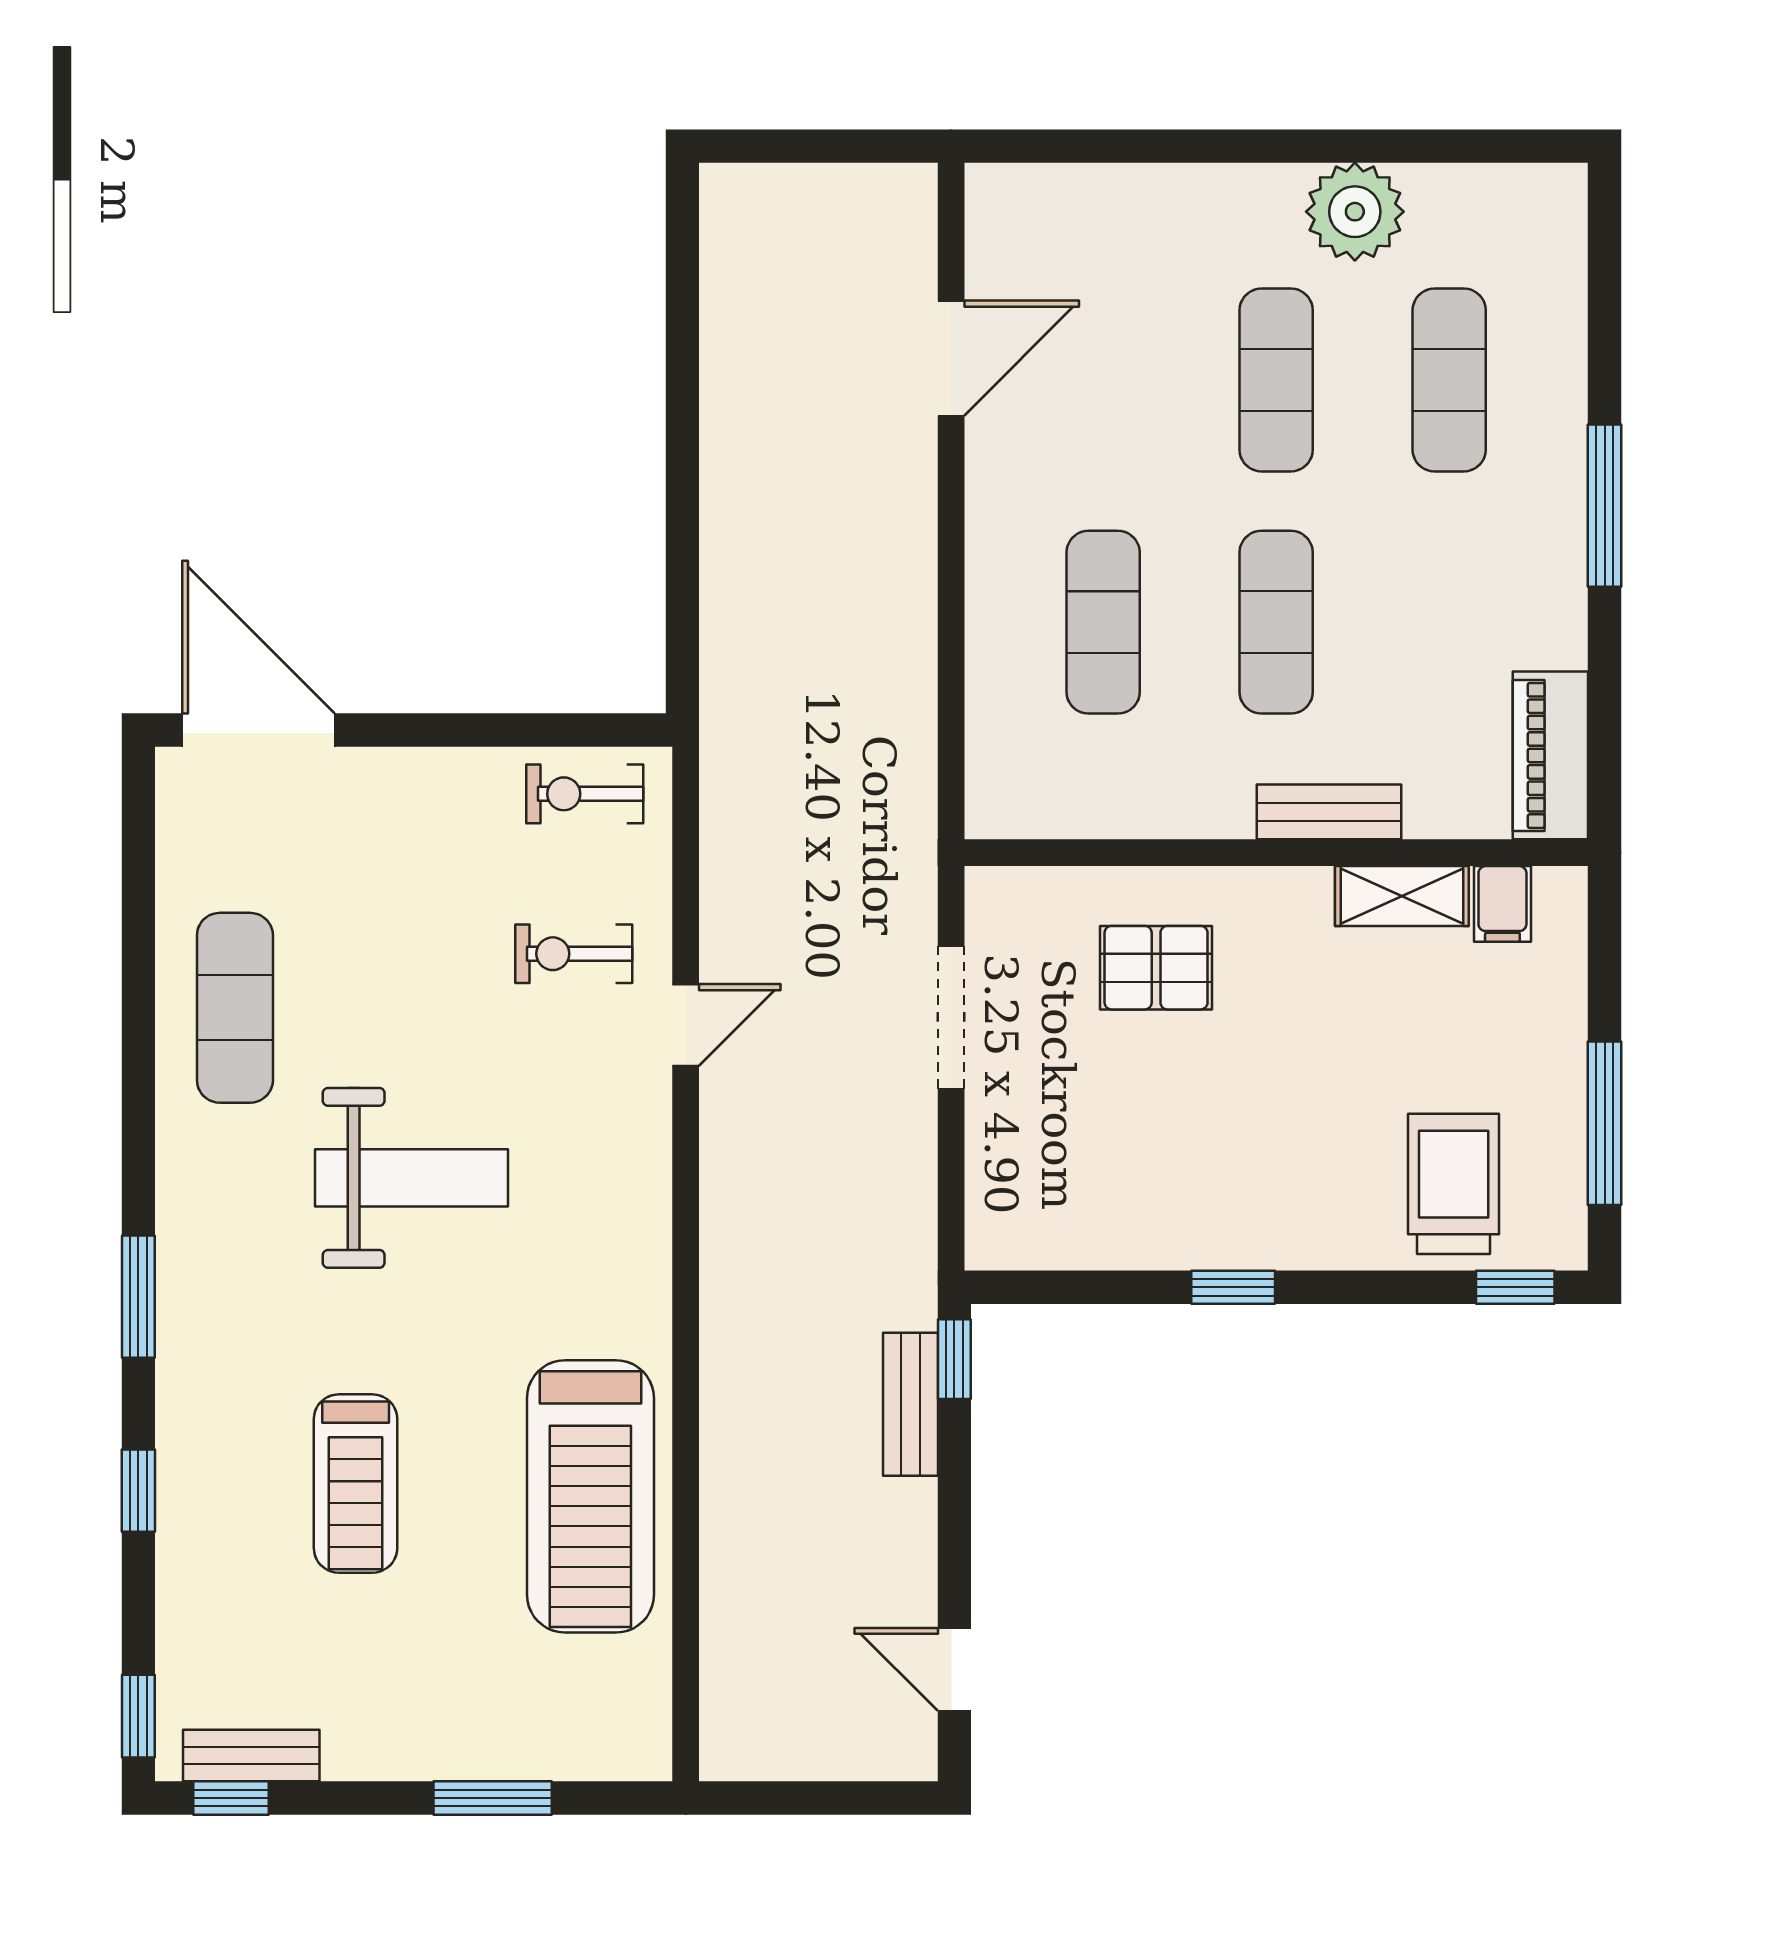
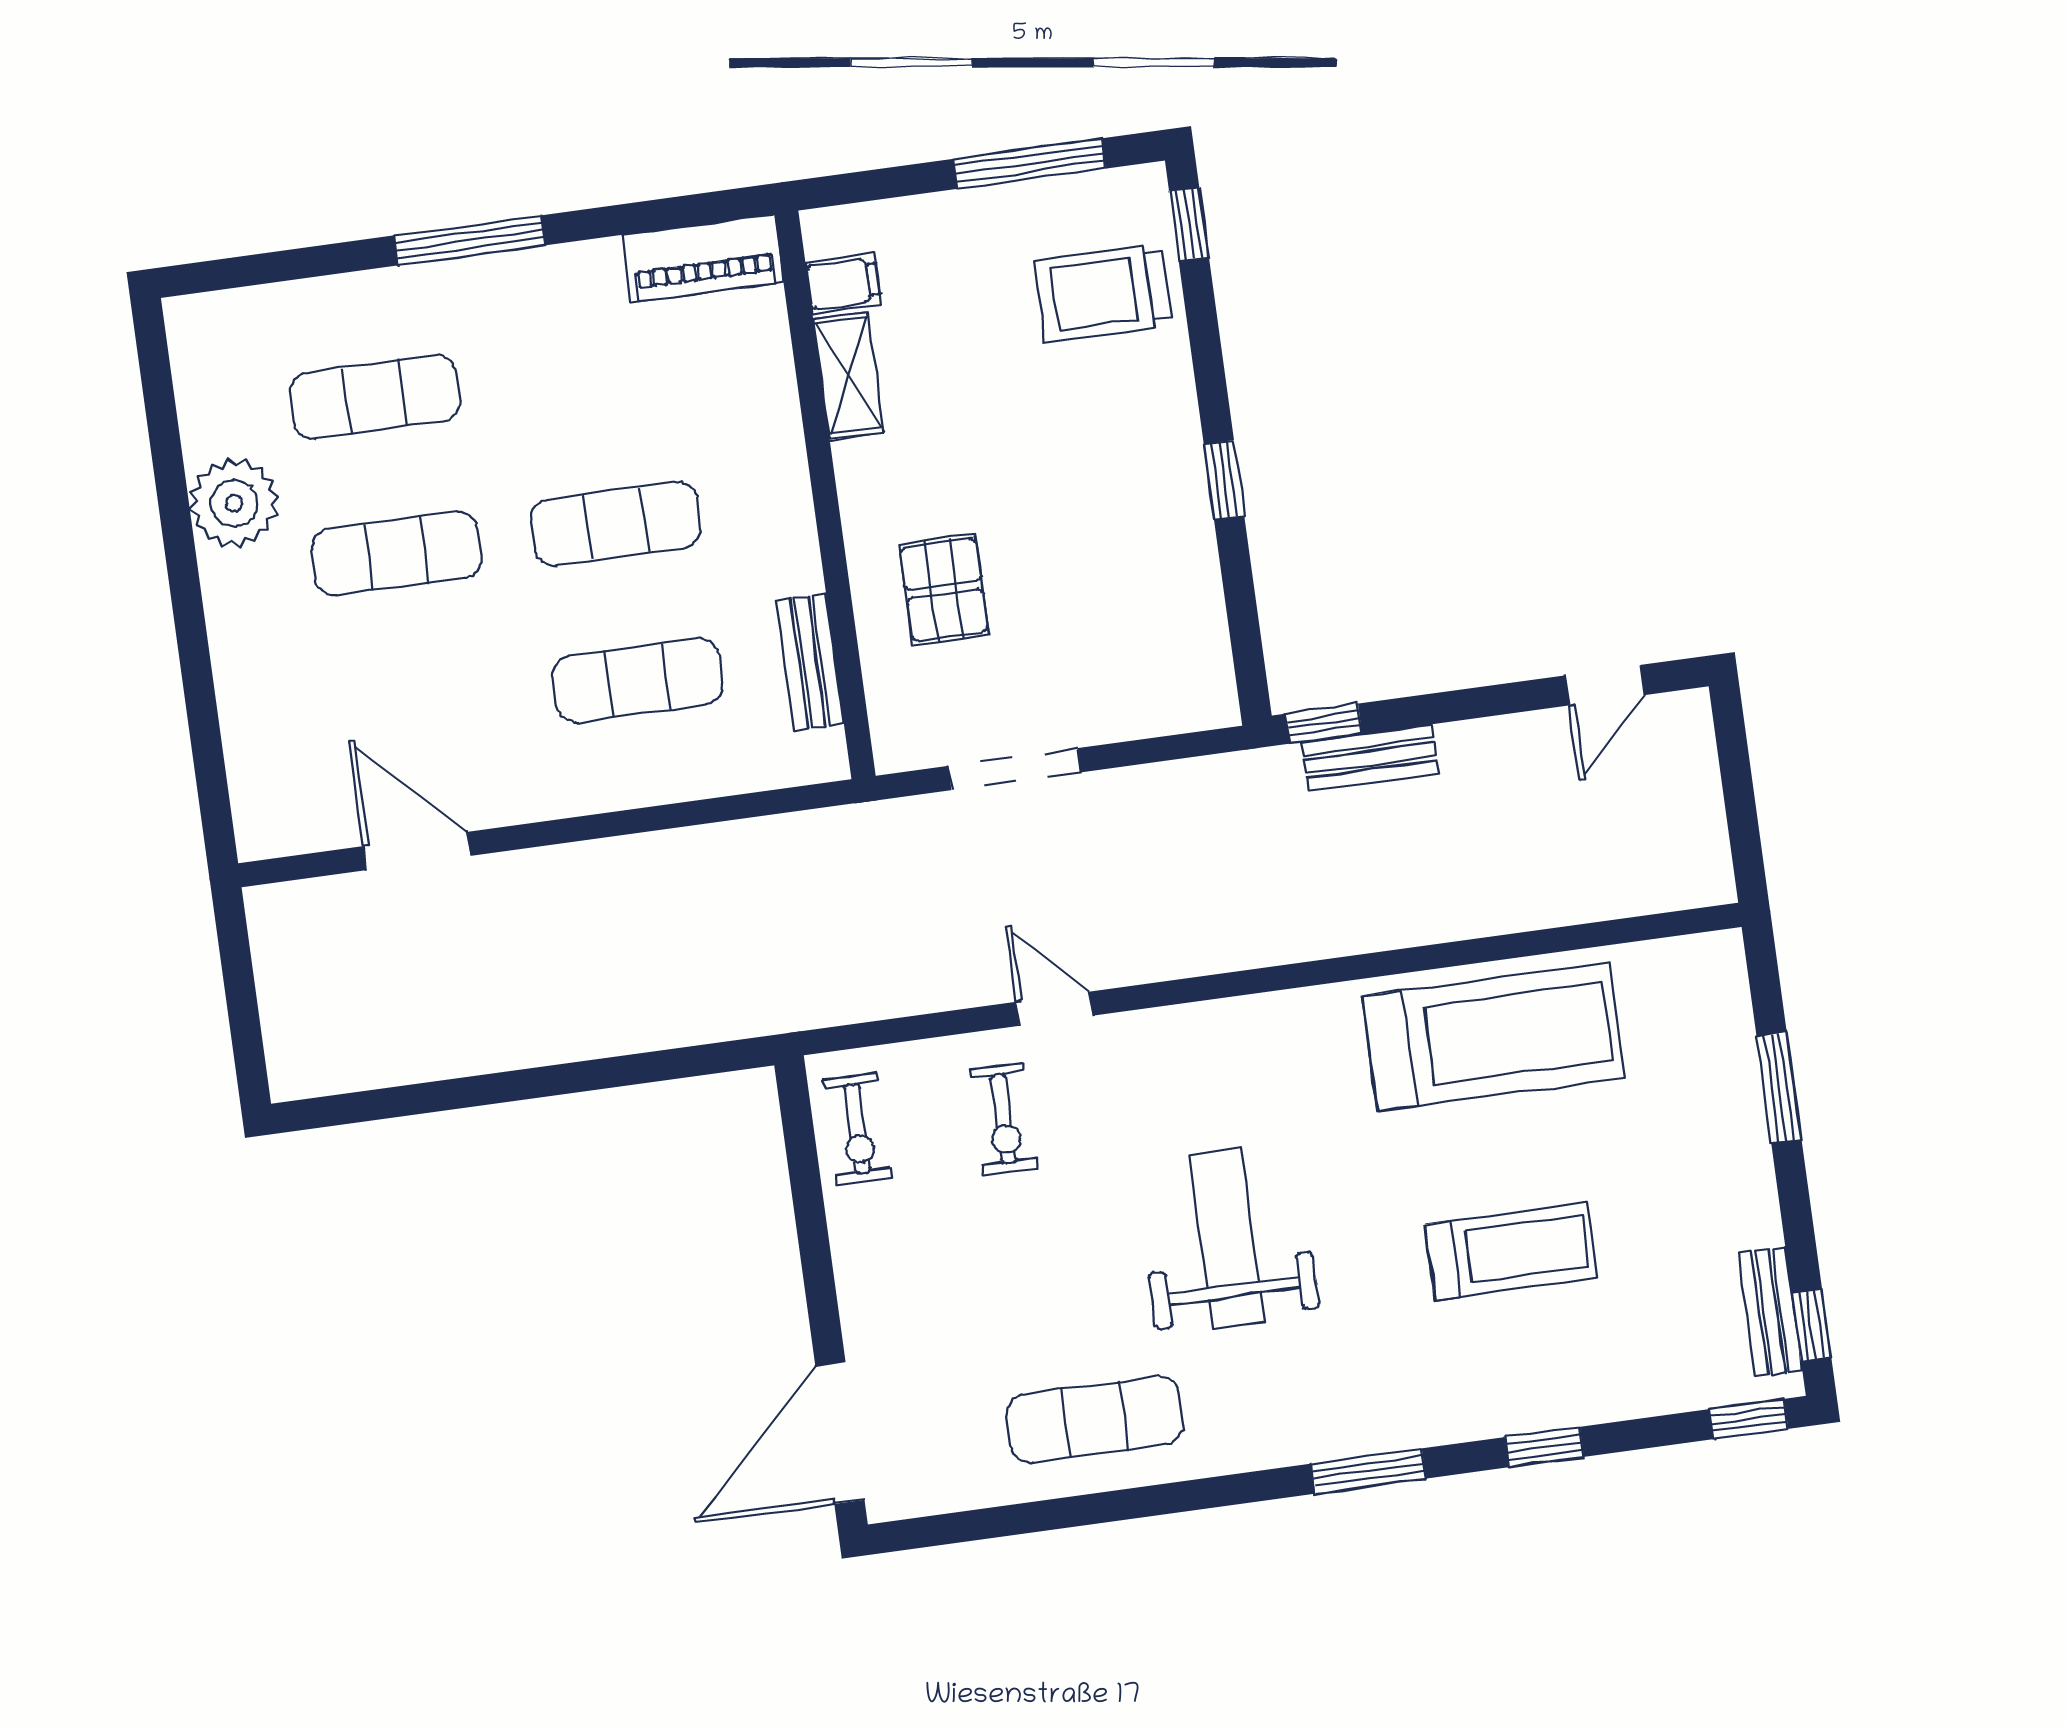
bench: (1329, 812) -> (810, 662), moved

